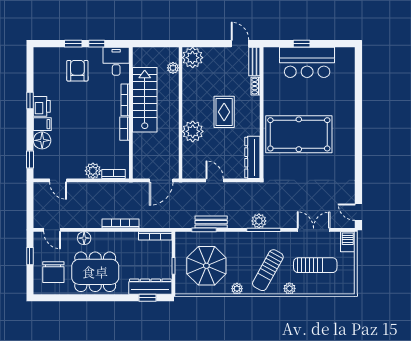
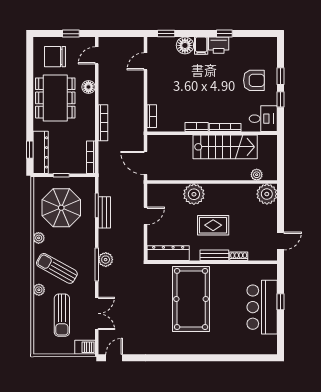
bench: (254, 62) -> (214, 255), moved
plant: (93, 171) -> (155, 96), removed

